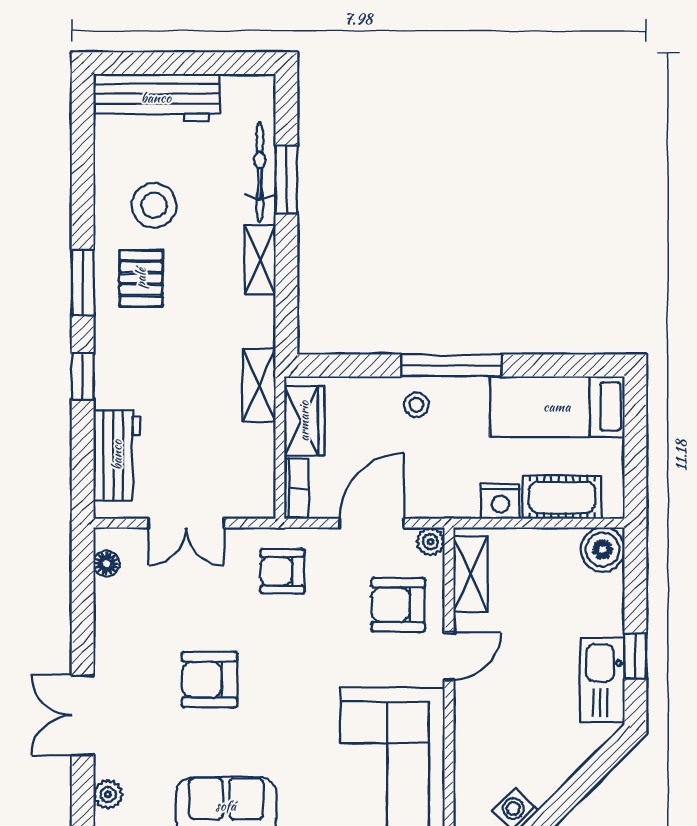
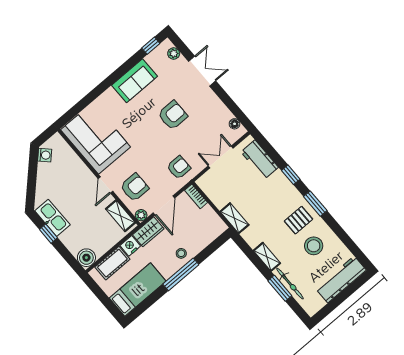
pallet: (141, 278) -> (298, 220), turned 90
wardrobe: (304, 421) -> (148, 232), moved, turned -90

